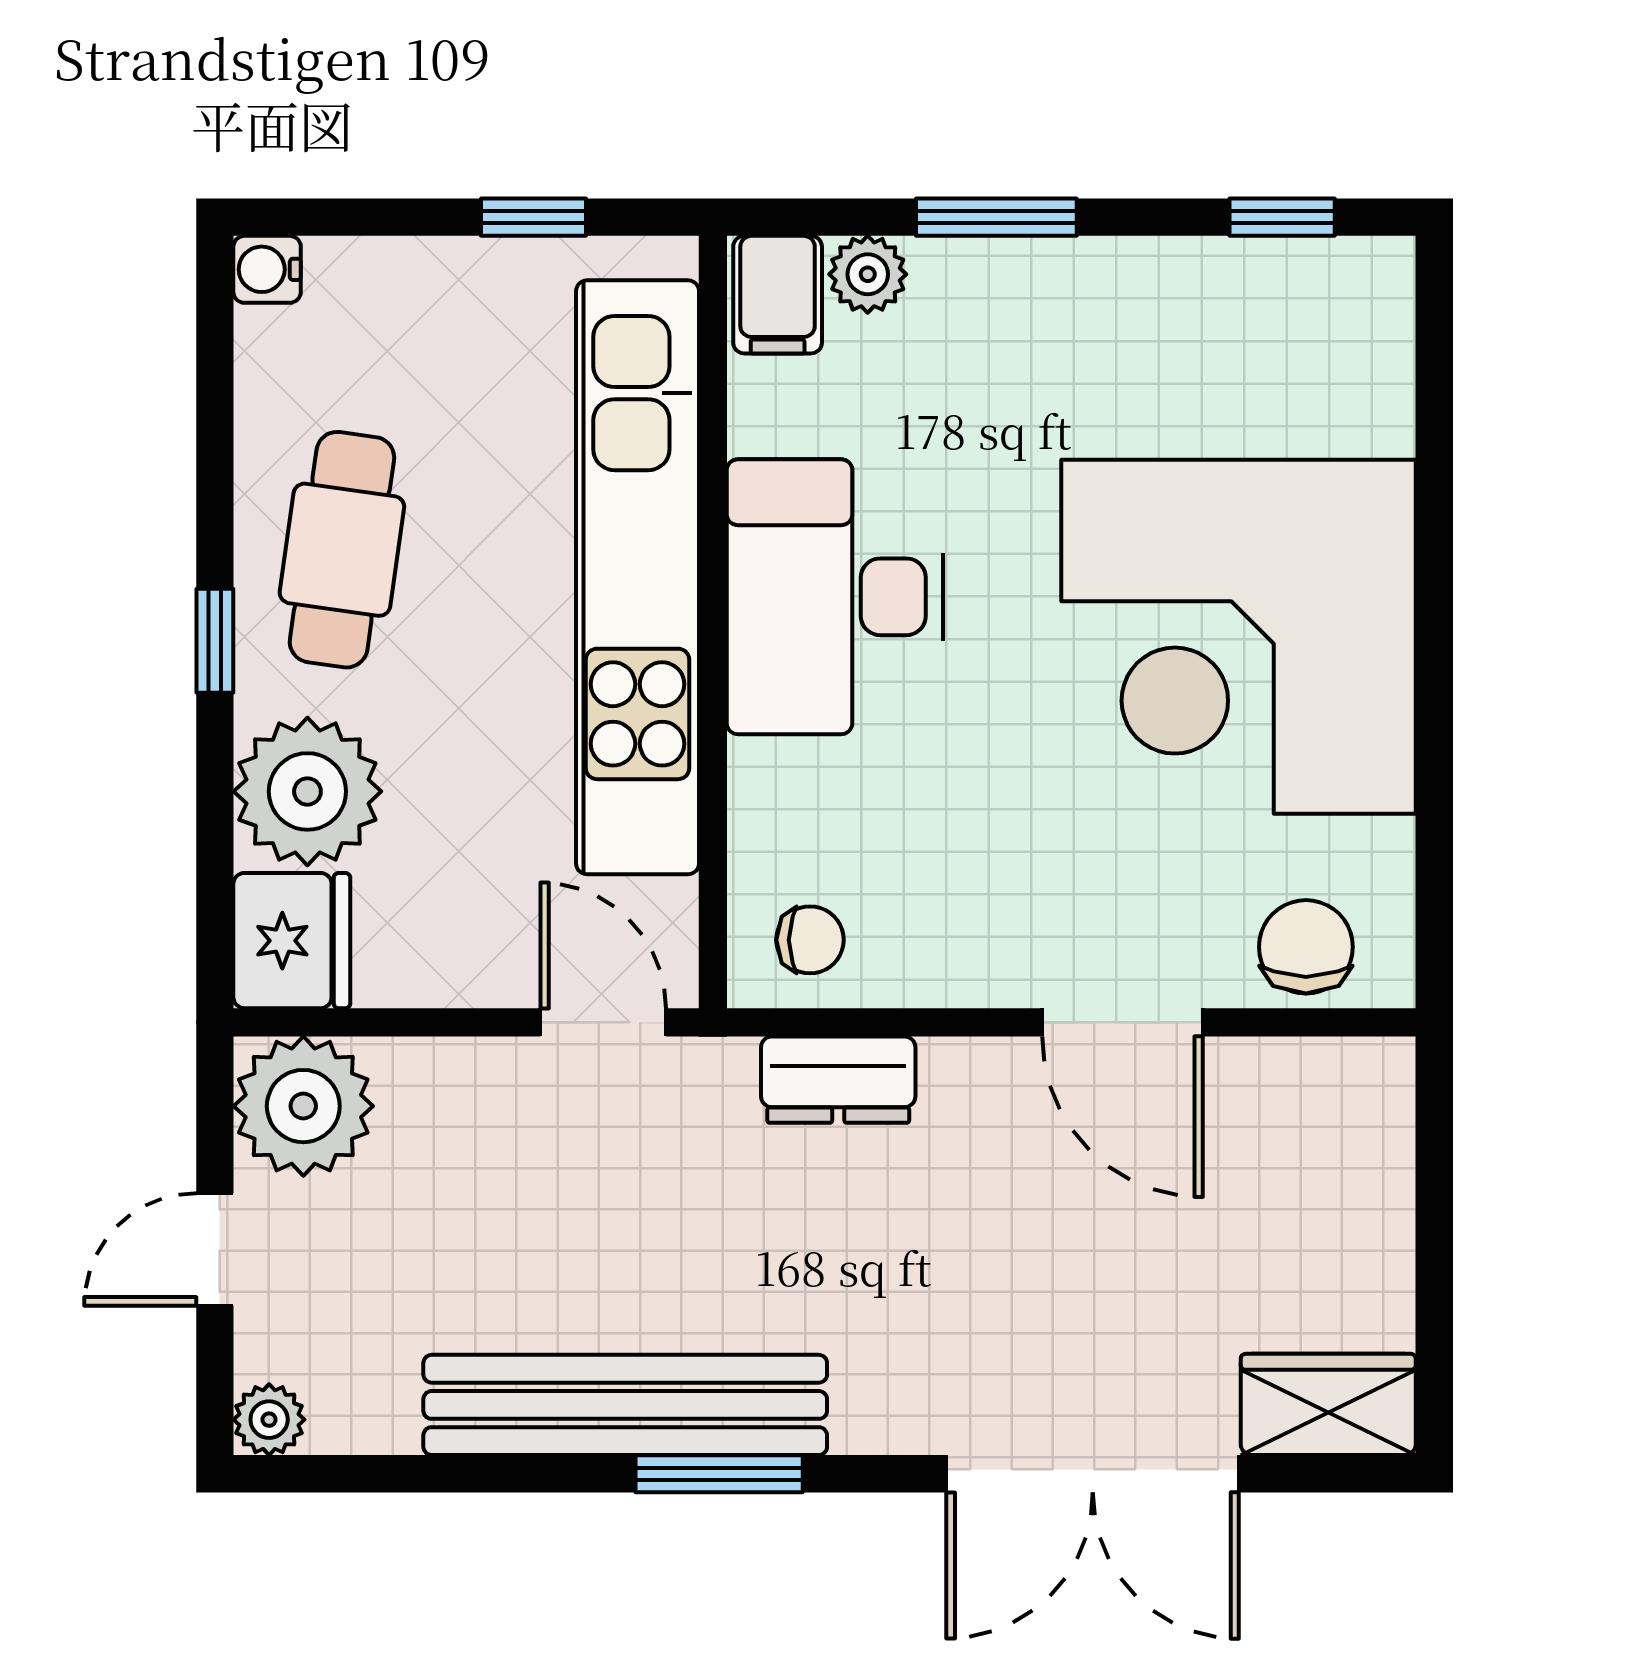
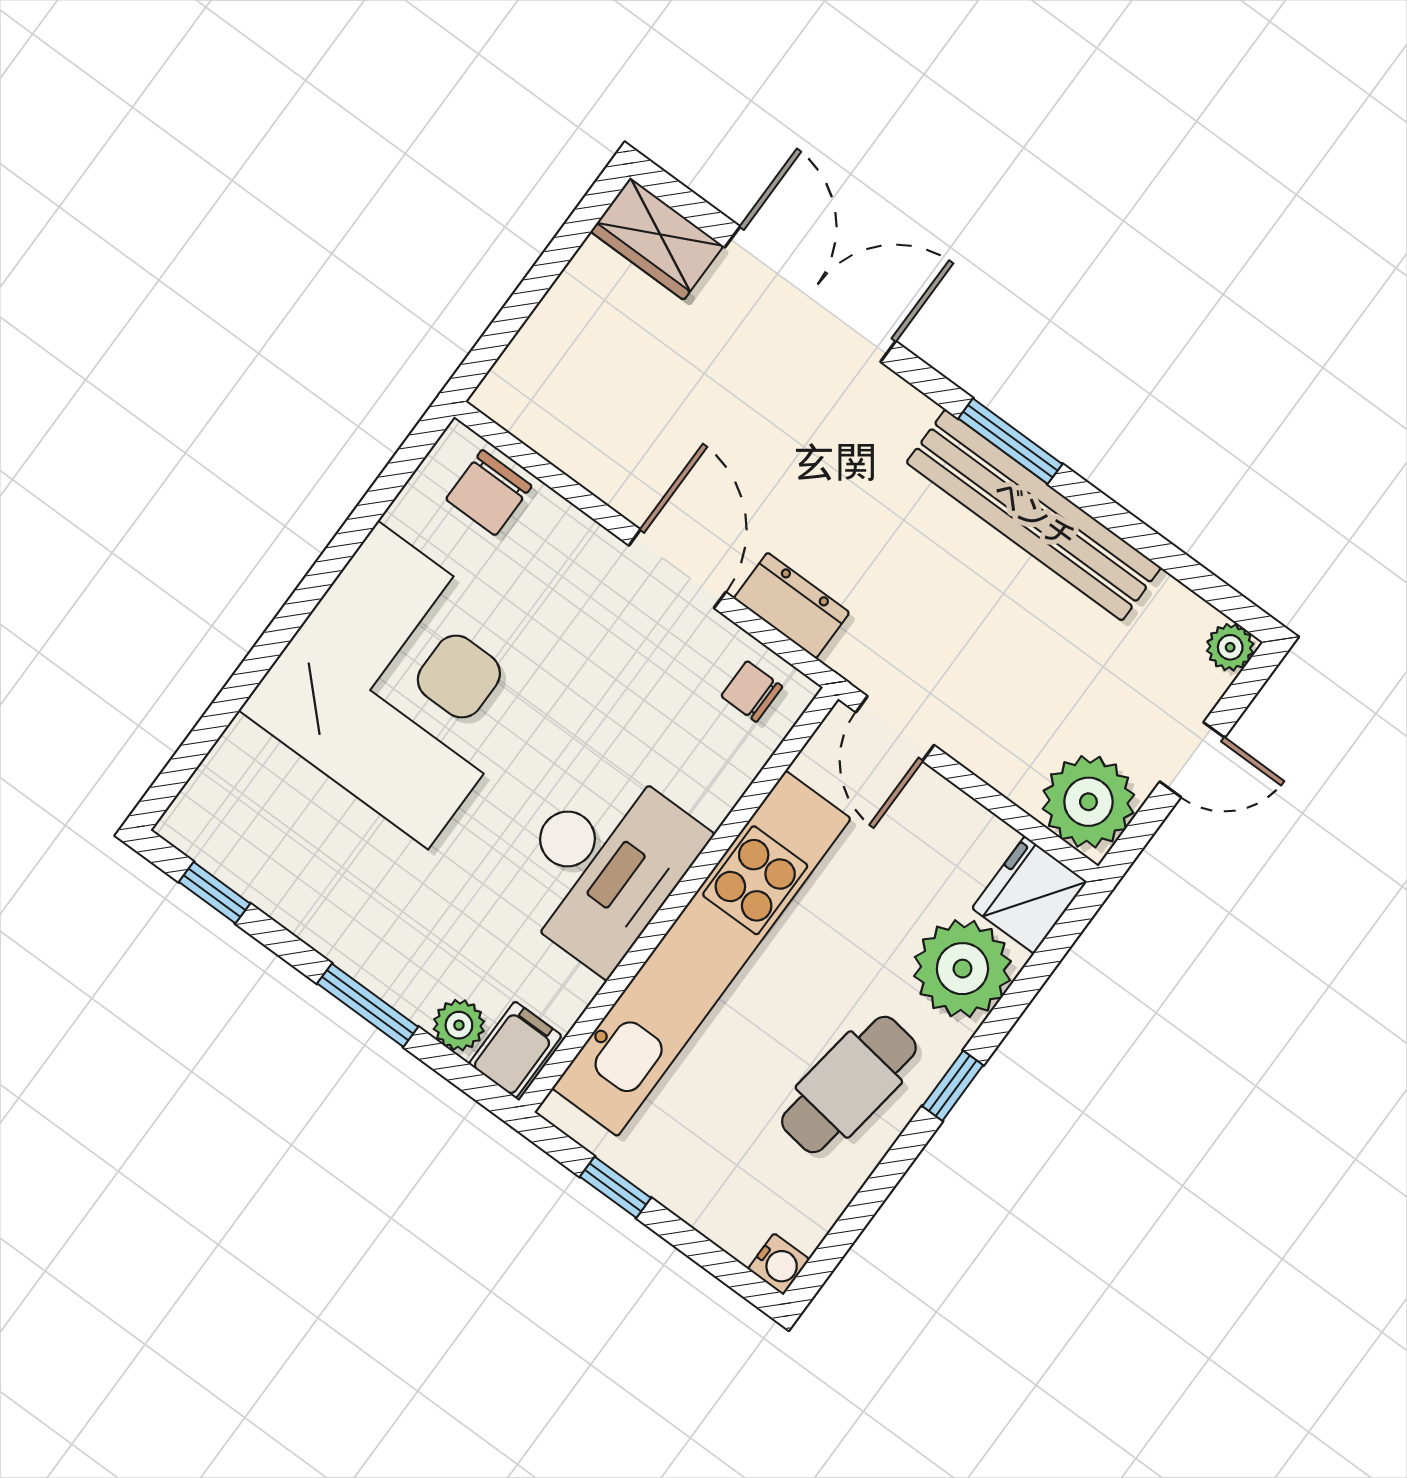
door: (1122, 1022) -> (677, 569), moved

